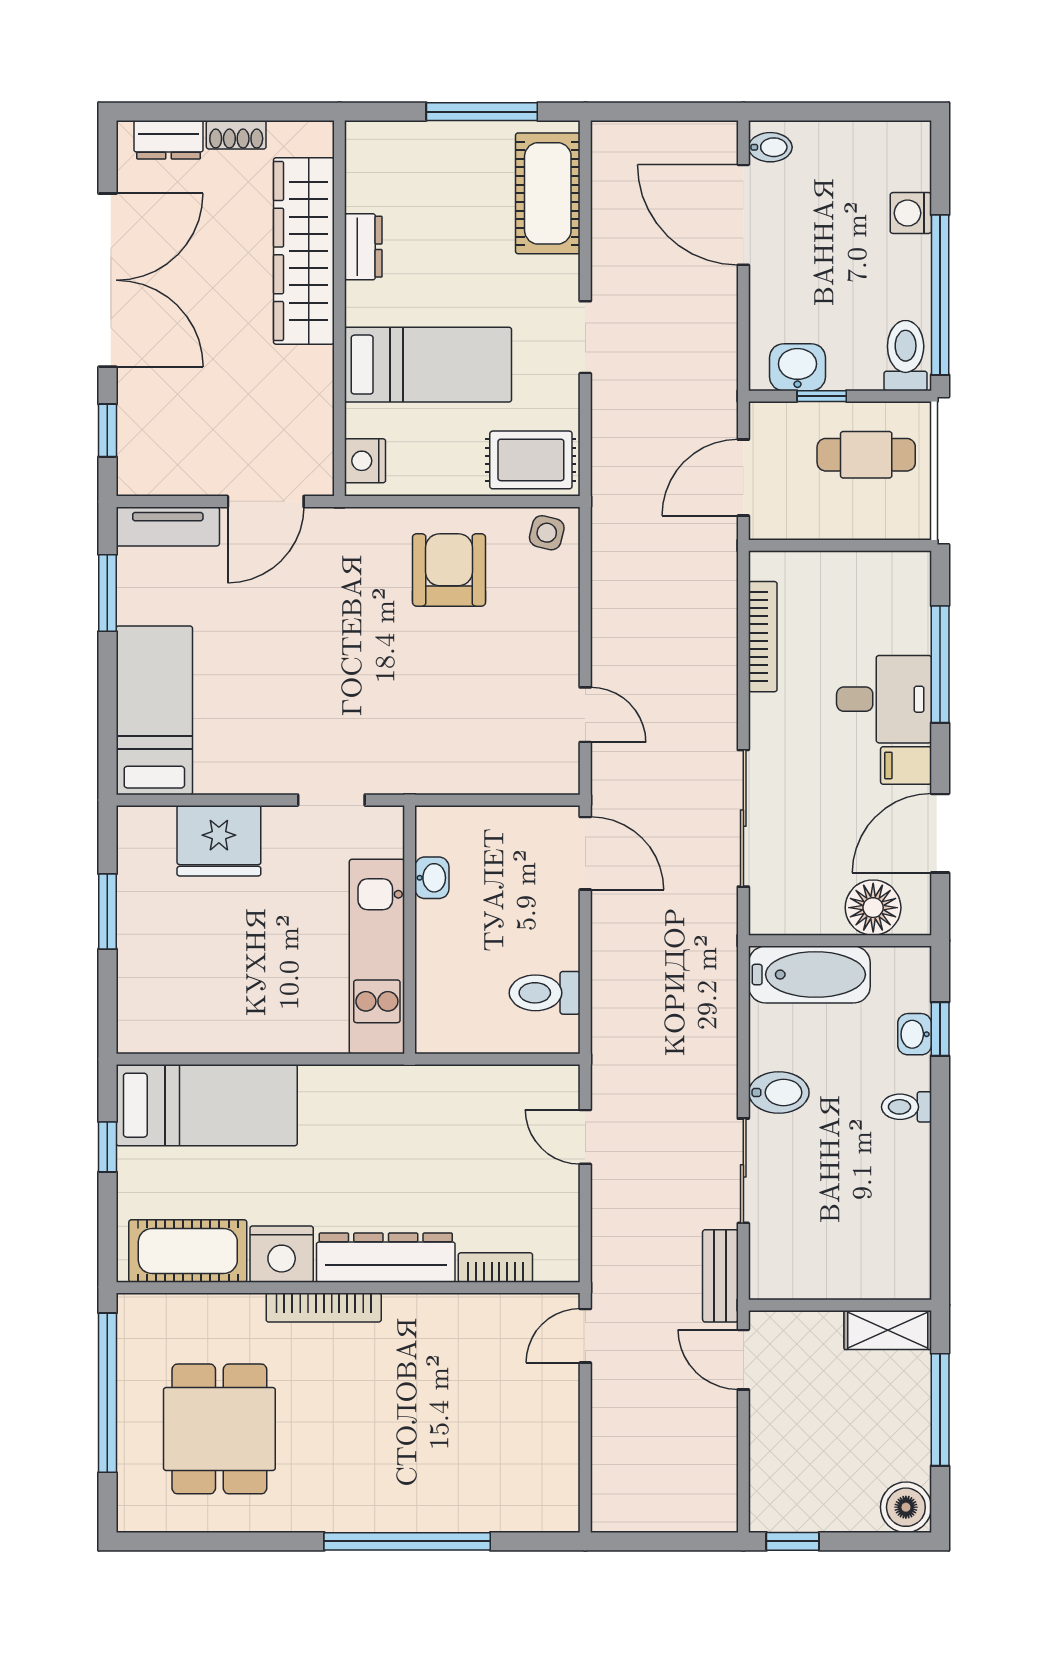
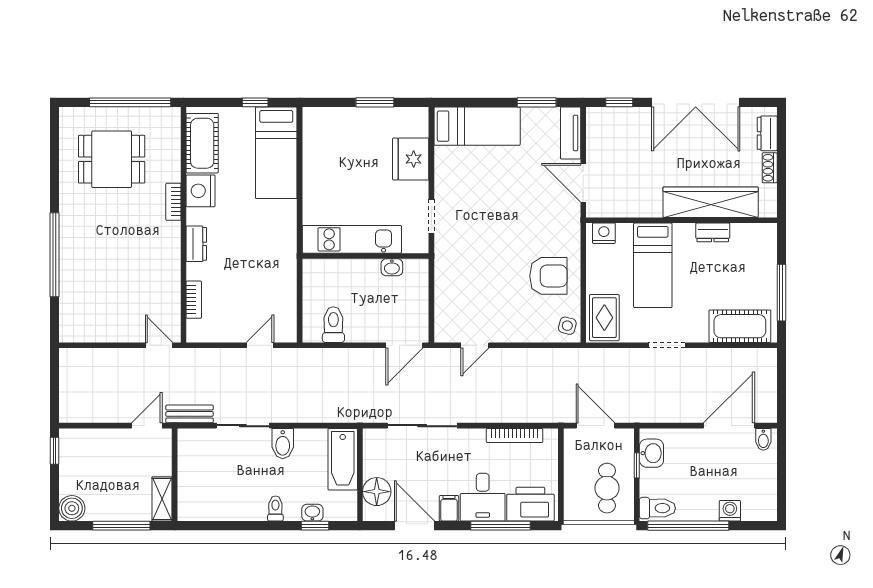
printer: (898, 605) -> (530, 504), added
dresser: (386, 1258) -> (196, 244), width x0.51, depth x0.80
bookcase: (324, 1308) -> (173, 202), width x0.64

